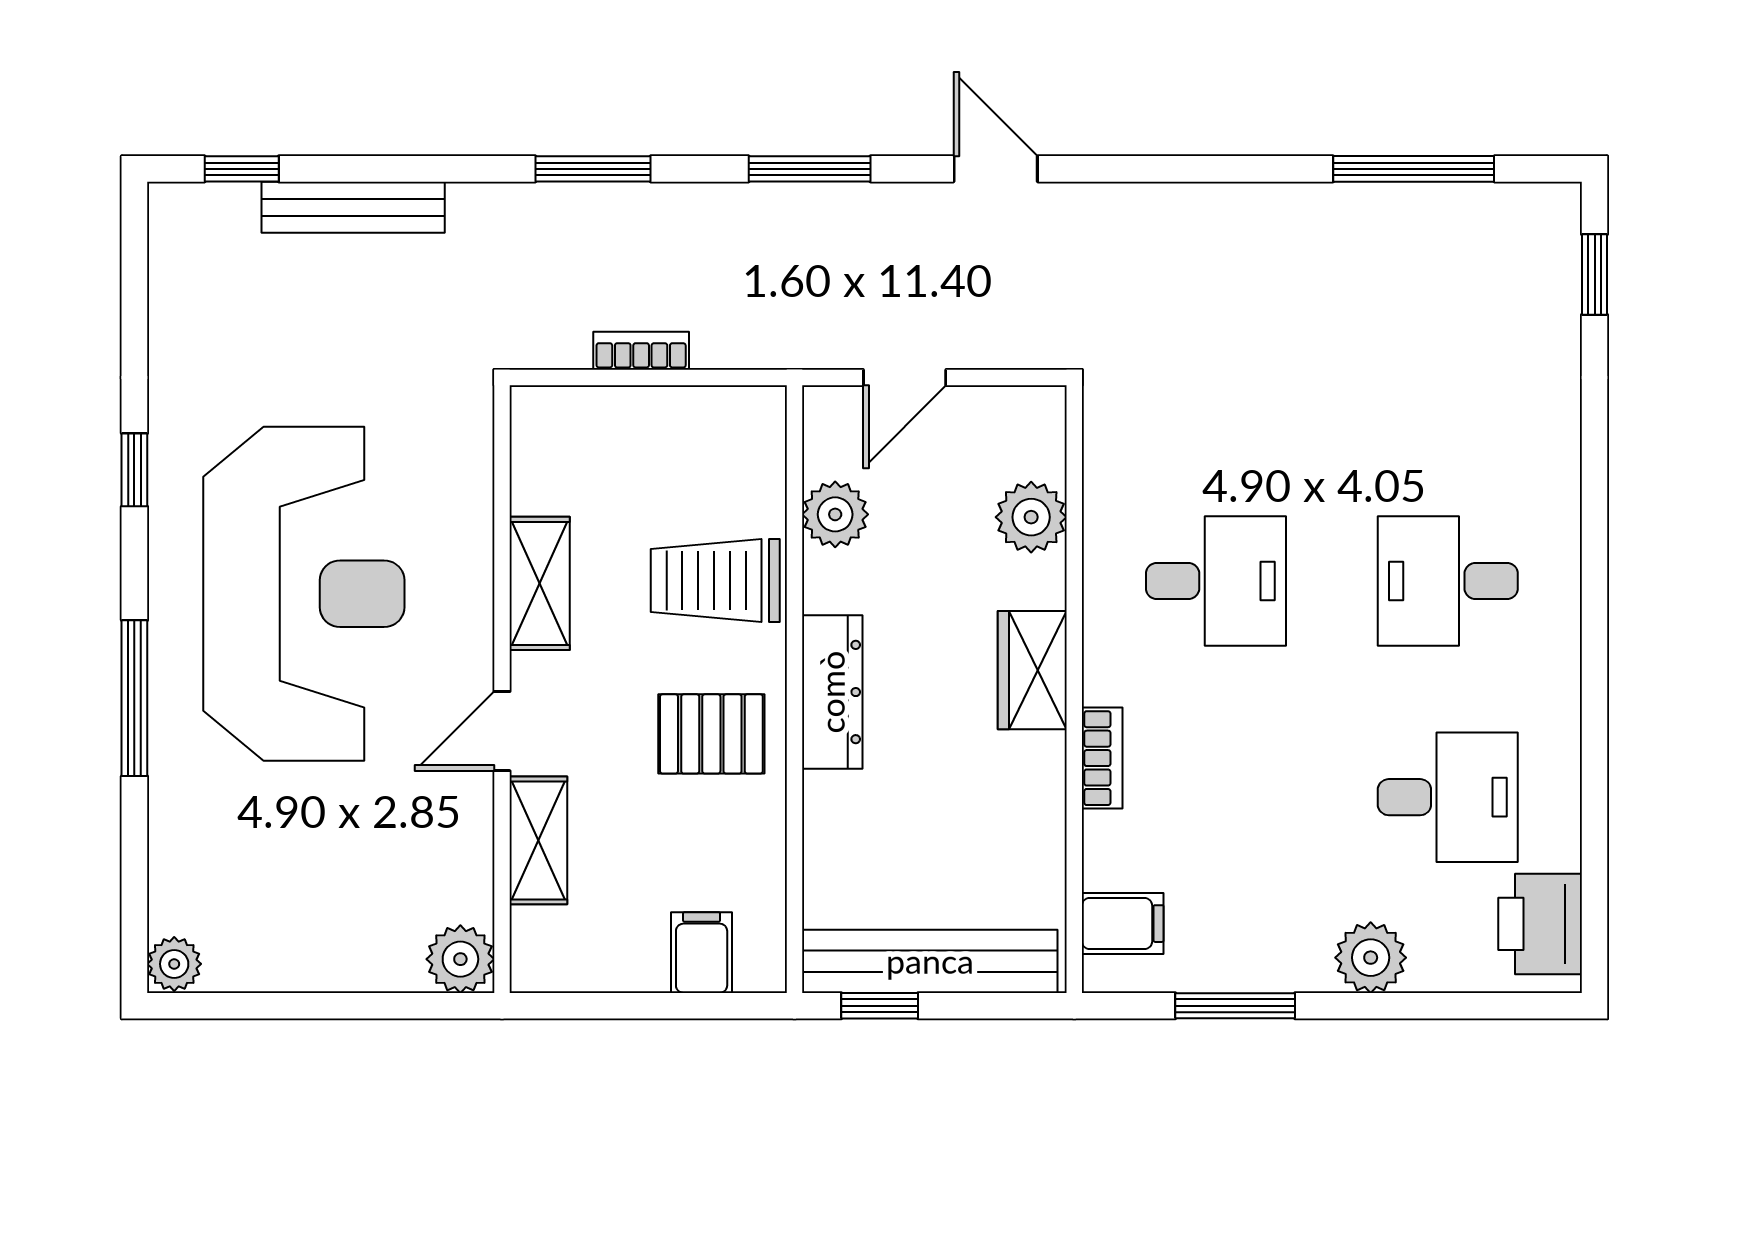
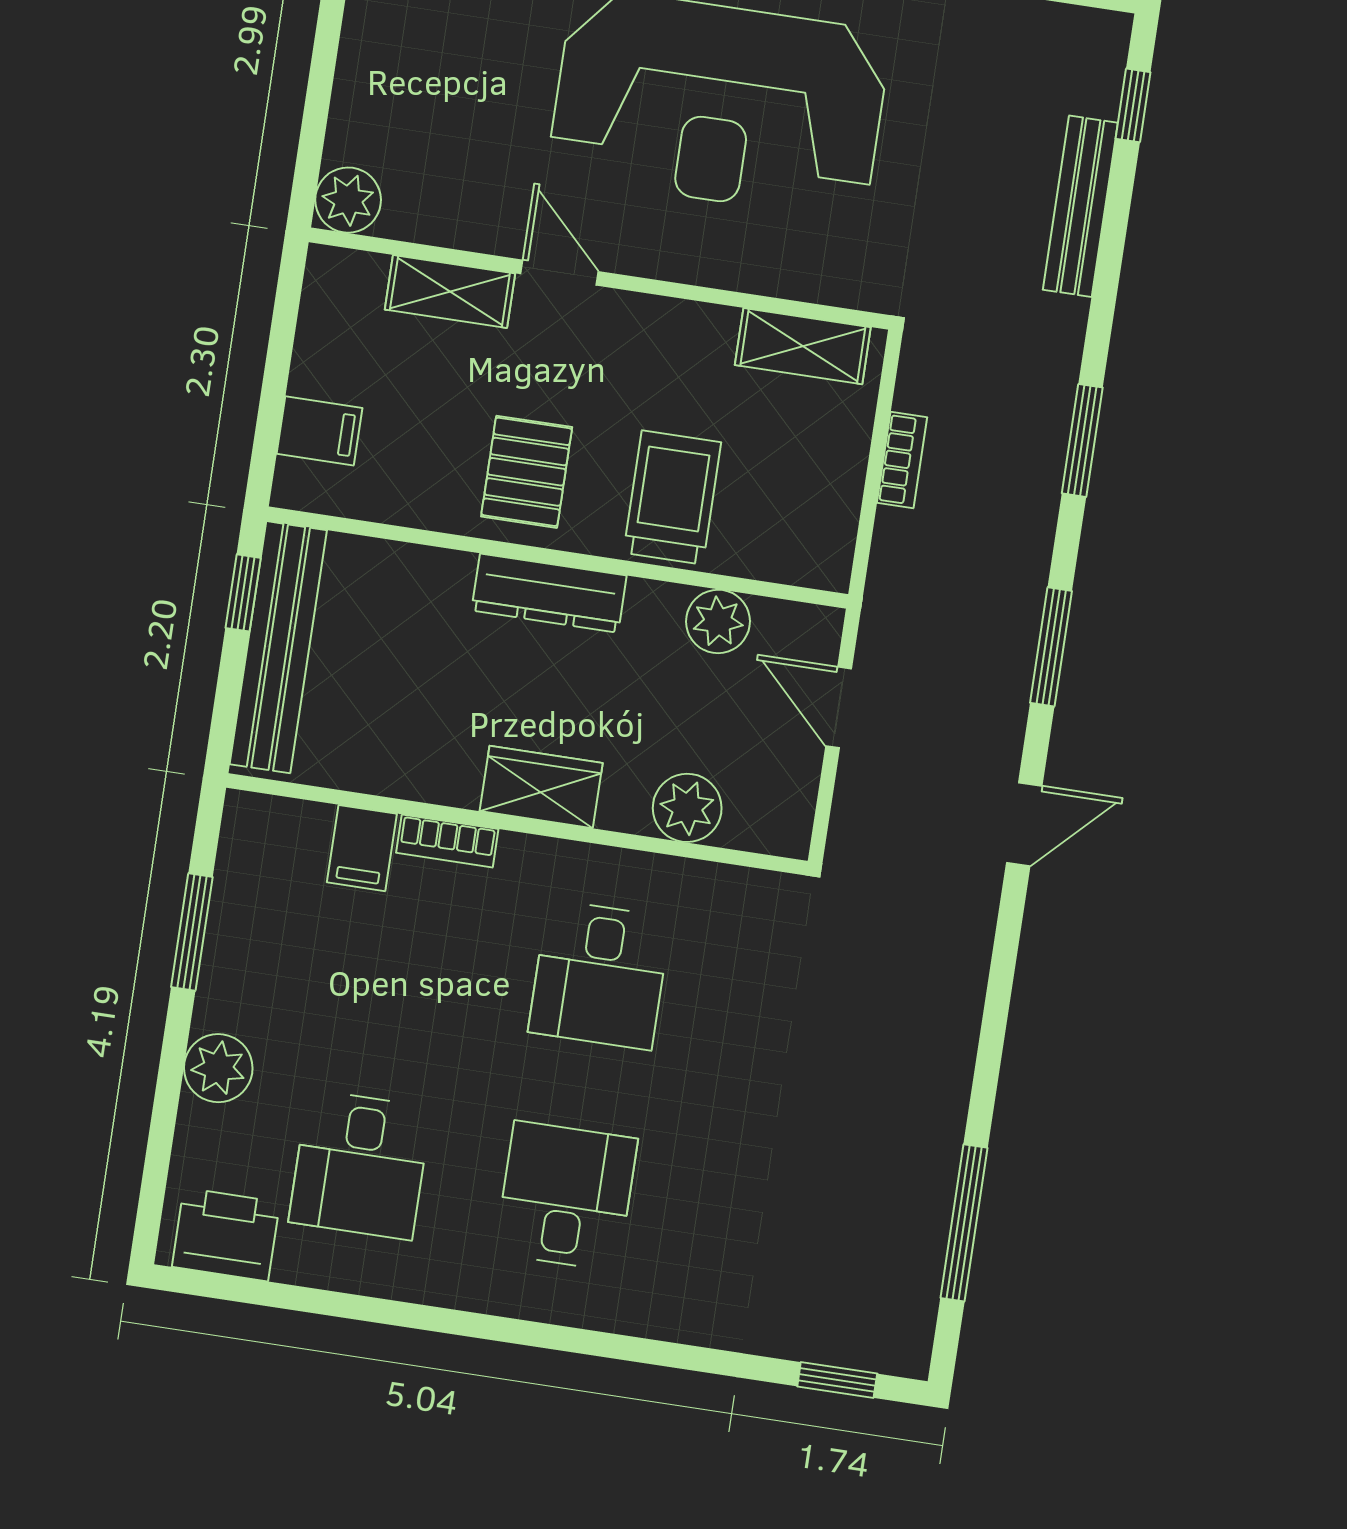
shelving: (540, 583) -> (803, 346), moved
filing cabinet: (1123, 924) -> (362, 848), moved

